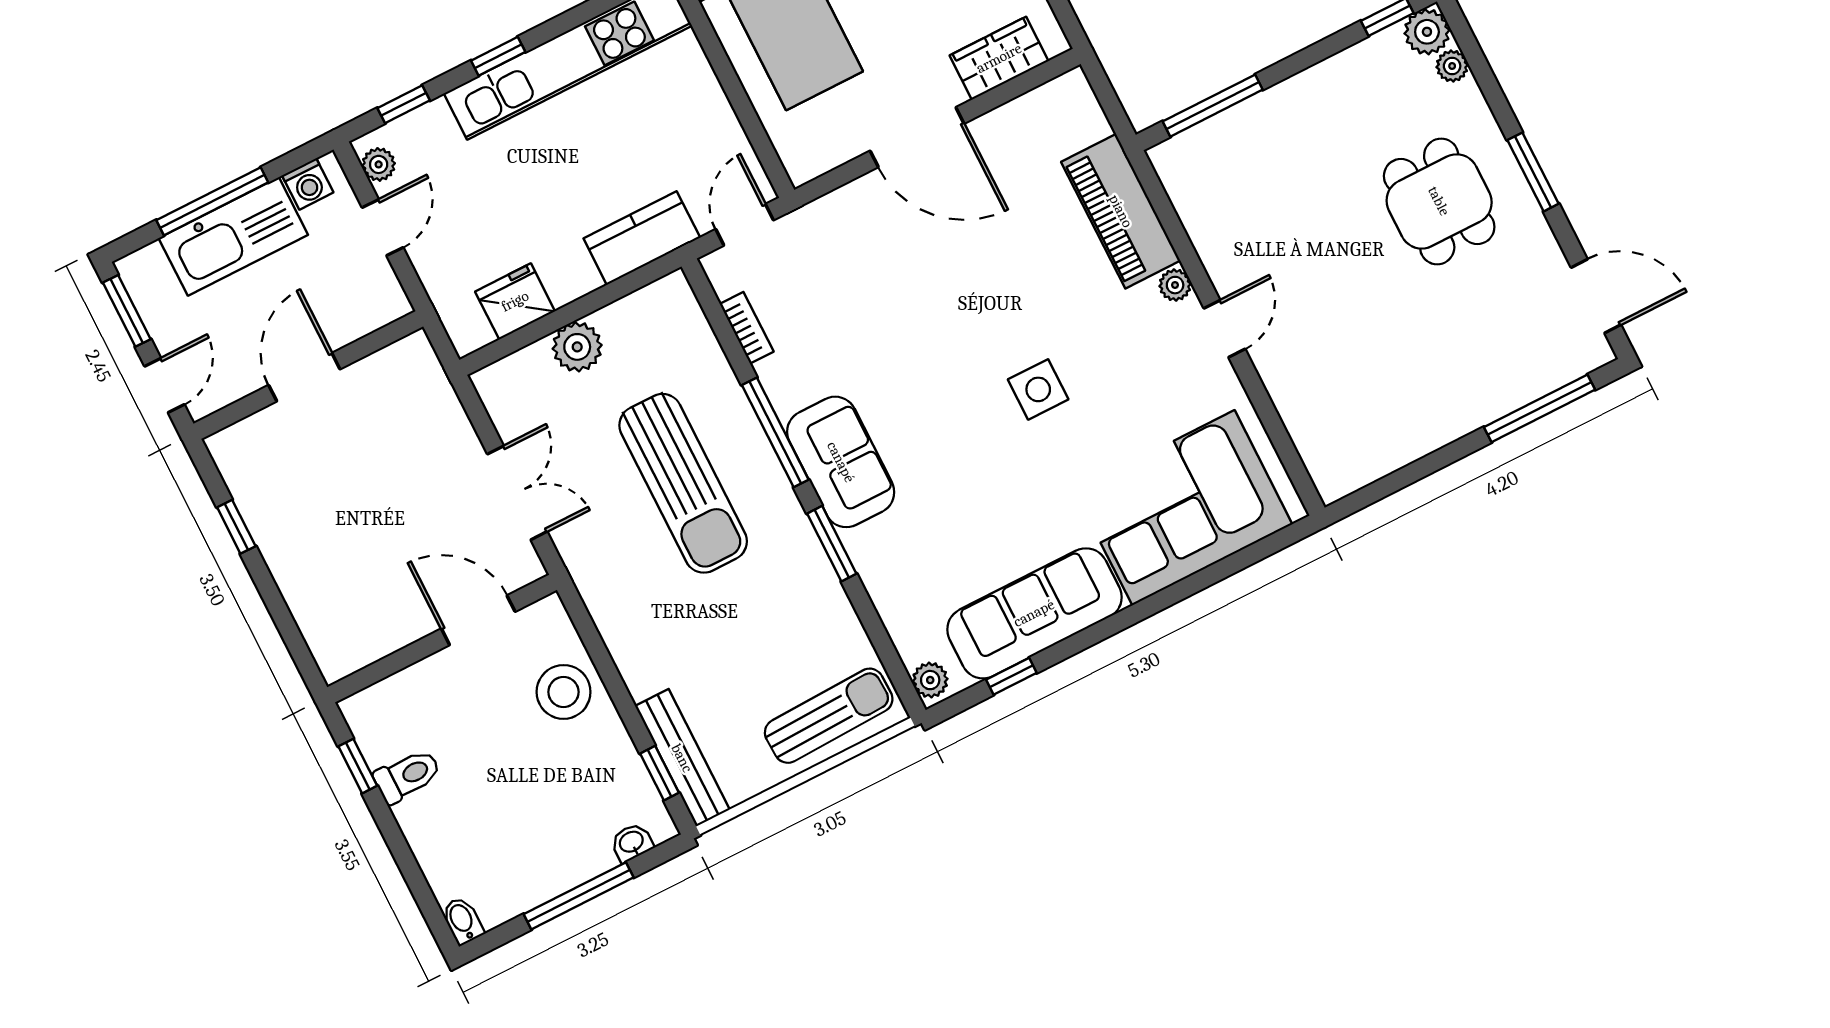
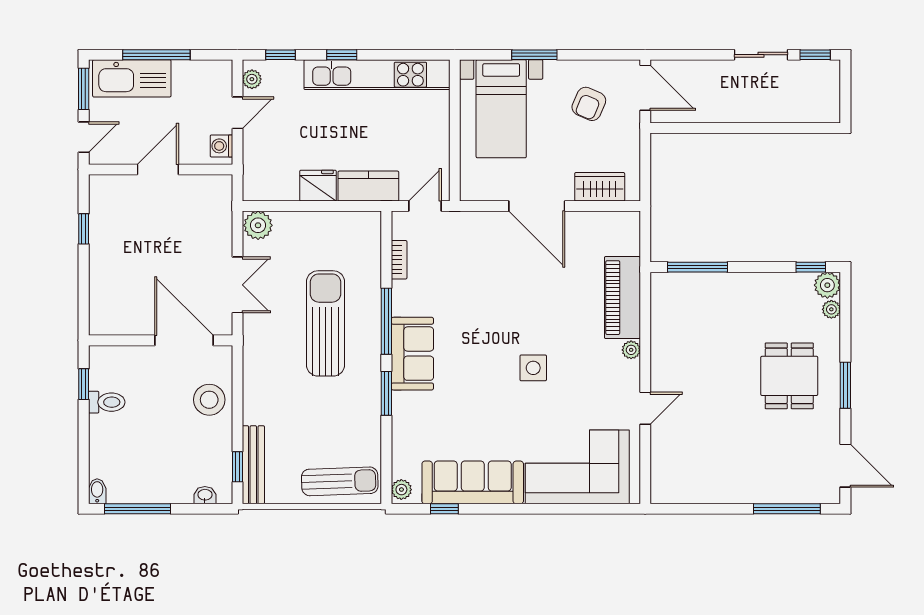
washing machine: (308, 184) -> (221, 146), moved, turned 90
kitchen sink: (233, 236) -> (132, 78), moved
fridge: (515, 301) -> (318, 186), moved
door: (1224, 329) -> (645, 408), moved
plant: (577, 347) -> (258, 225), moved
sun lounger: (683, 483) -> (326, 323), turned 180
door: (478, 620) -> (184, 340), width x1.36
window: (579, 896) -> (137, 509), moved

